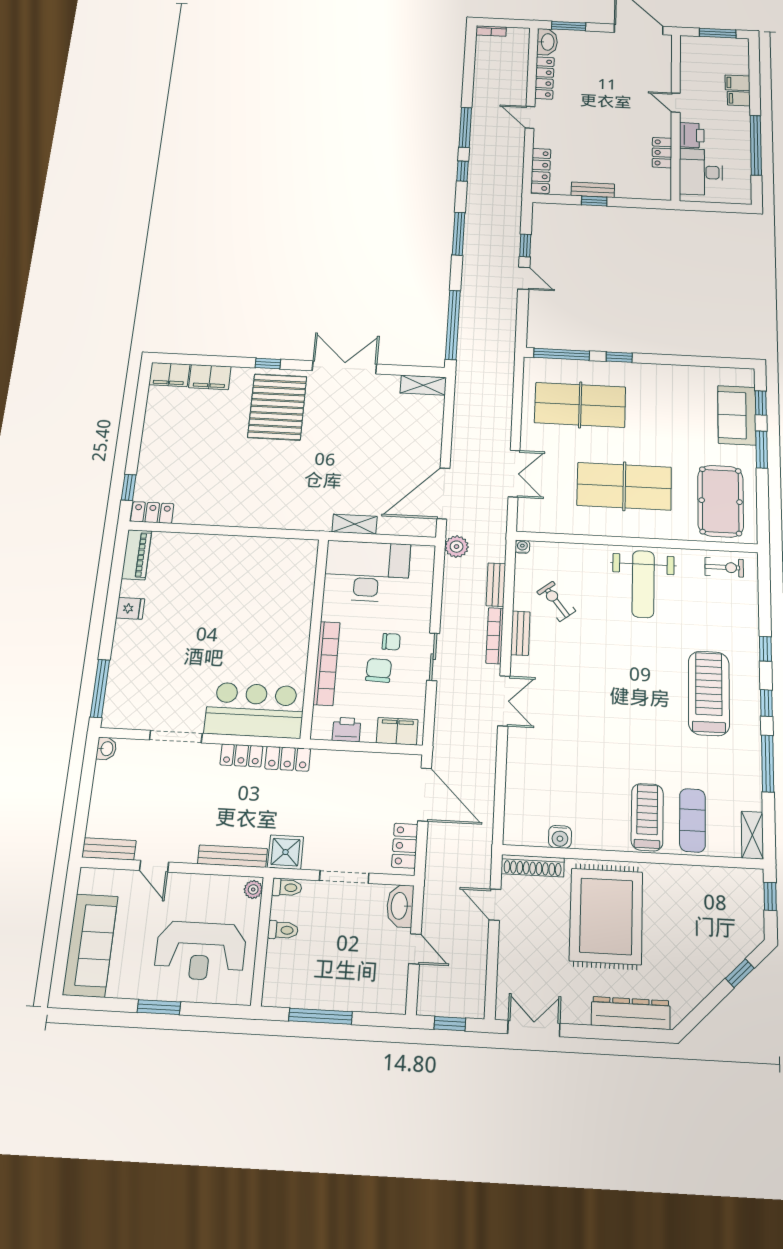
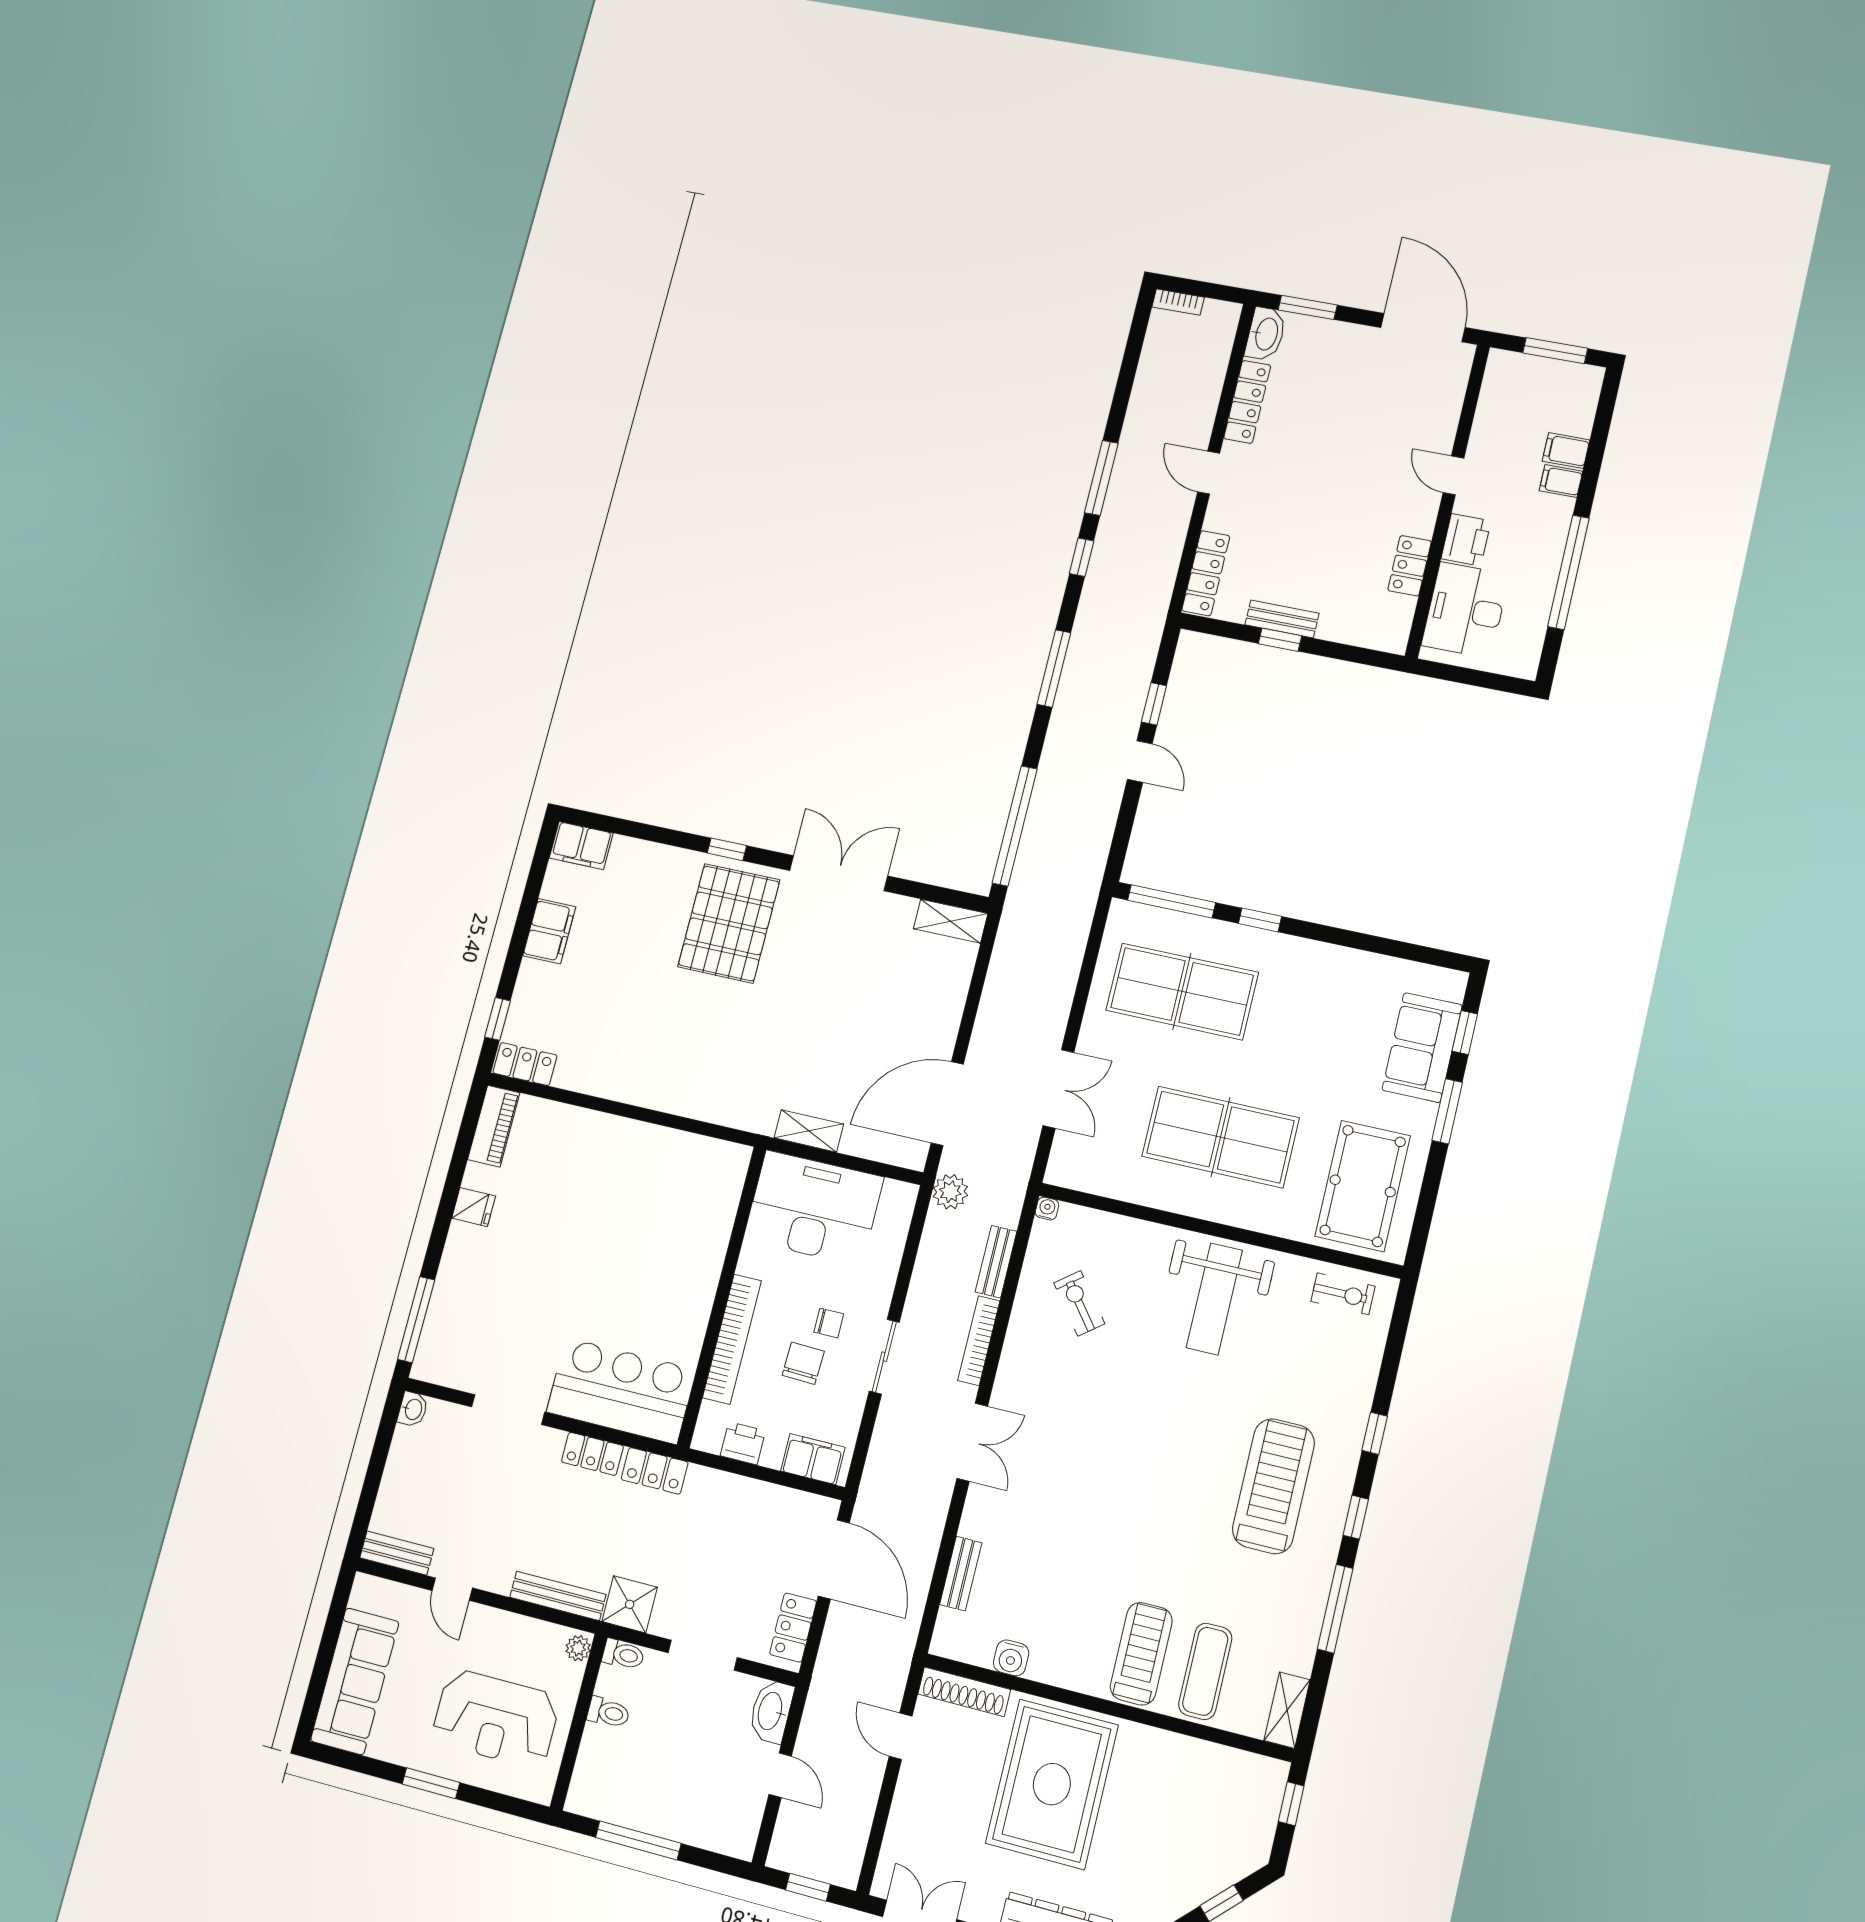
filing cabinet: (210, 377) -> (549, 931), moved, turned -90
bench: (520, 633) -> (961, 1574), moved

